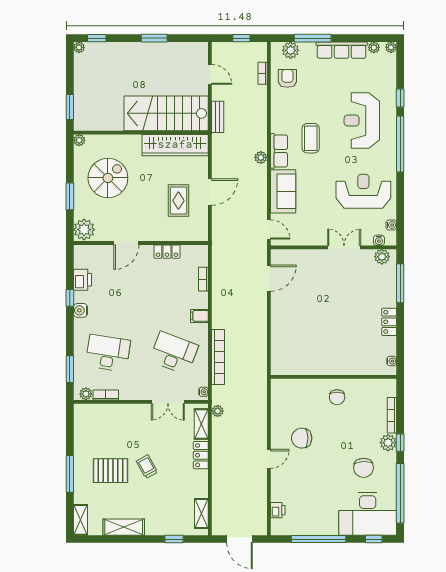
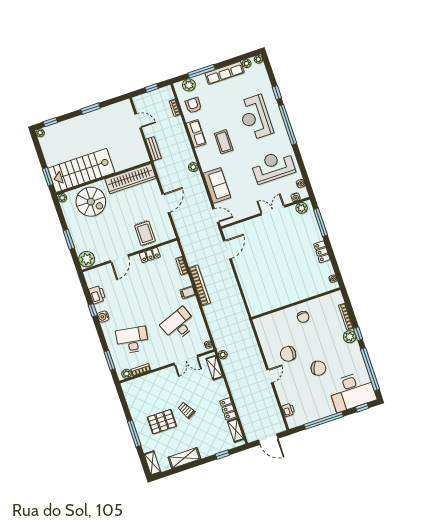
stairs: (166, 113) -> (81, 170), moved
row of seats: (279, 151) -> (196, 134), moved
spiral stairs: (108, 178) -> (91, 202), moved, turned 90
rug: (178, 201) -> (145, 233), moved
desk: (174, 353) -> (179, 324), turned -42
bookcase: (218, 357) -> (200, 285), moved
locker: (201, 455) -> (228, 409), moved
chair: (364, 468) -> (318, 368), moved, turned -65

